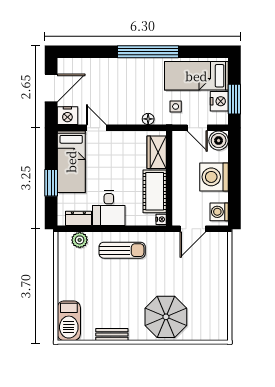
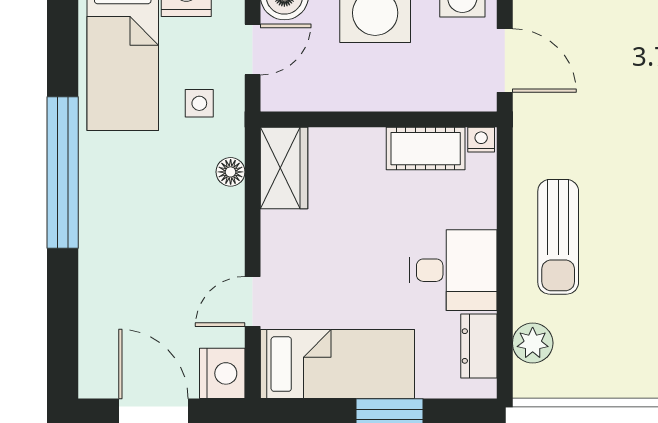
wardrobe: (157, 152) -> (284, 168), moved, turned -90
cot: (155, 191) -> (426, 149), width x0.73, depth x0.75
sun lounger: (122, 250) -> (558, 237), turned 180

